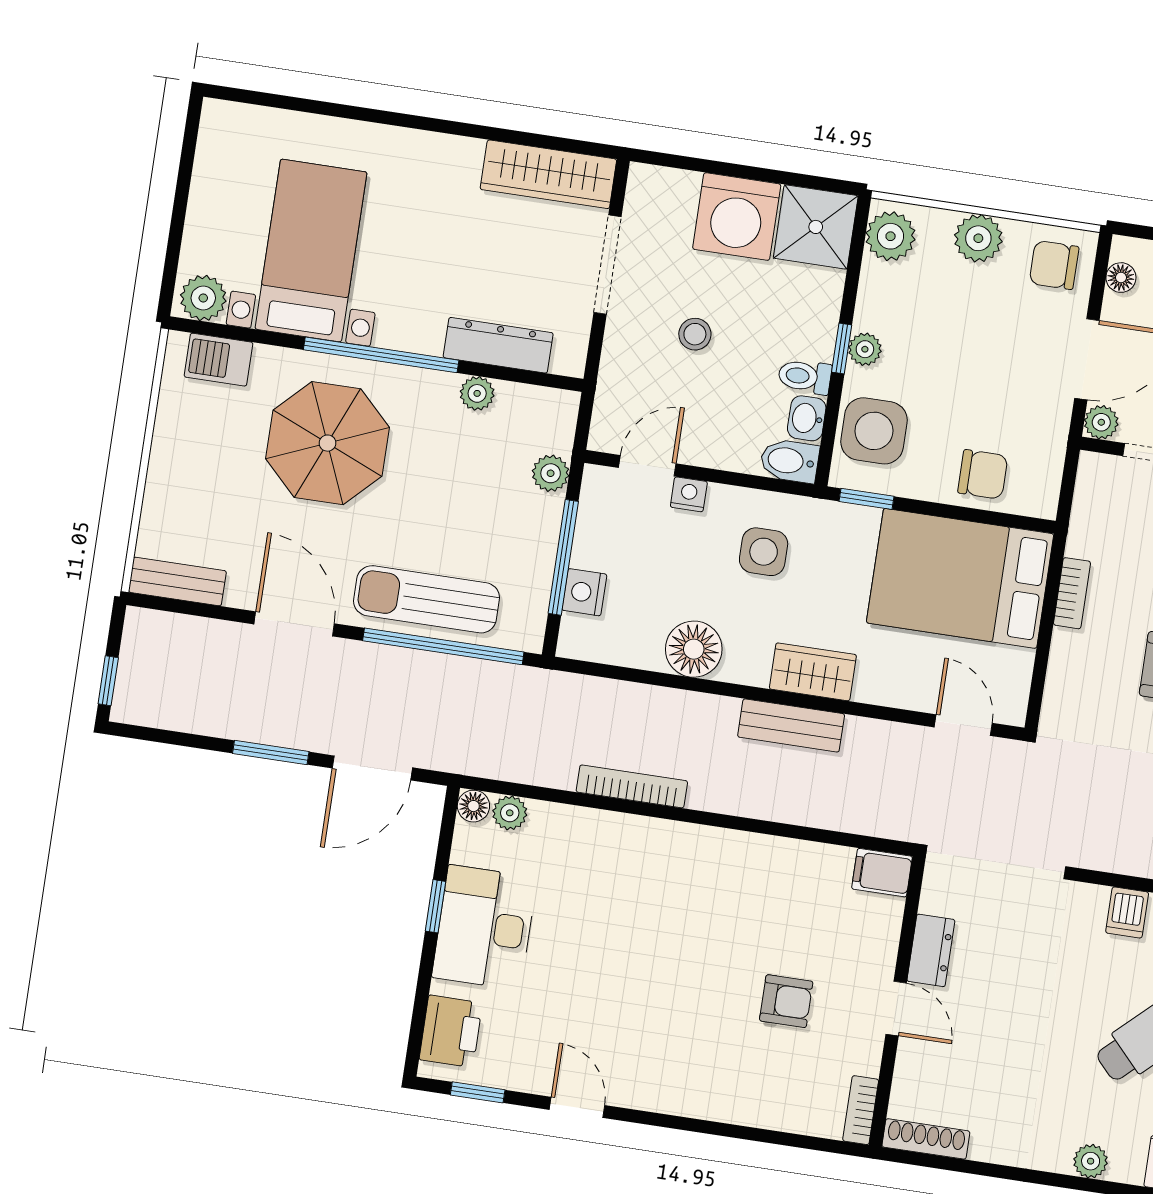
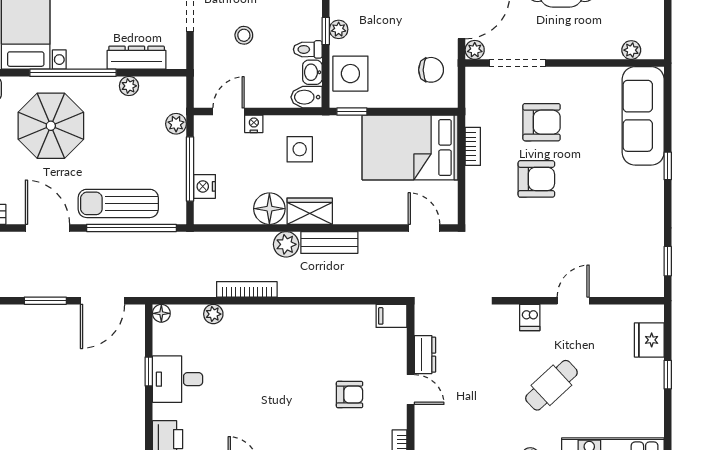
chair: (983, 474) -> (431, 70), moved
wardrobe: (813, 672) -> (310, 211), moved
plant: (714, 717) -> (286, 244), added
plant: (510, 813) -> (213, 314), moved
desk: (485, 927) -> (177, 379), width x0.73

